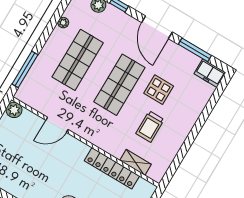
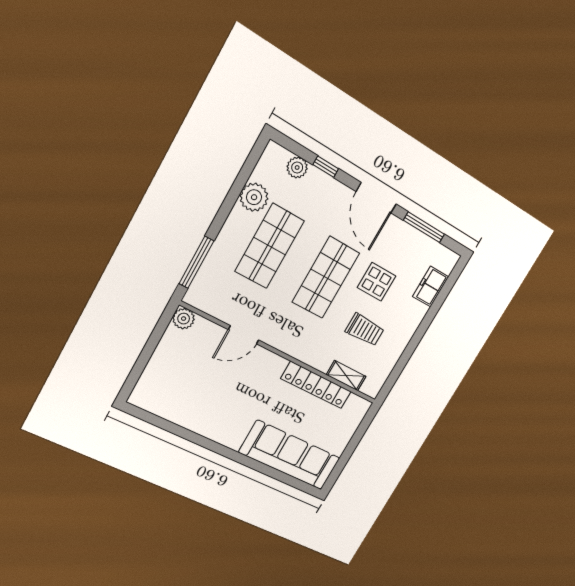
plant: (63, 23) -> (254, 197), width x1.88, depth x1.88
freezer: (210, 73) -> (431, 287), moved, turned 90
trolley: (150, 127) -> (365, 330), turned -90

